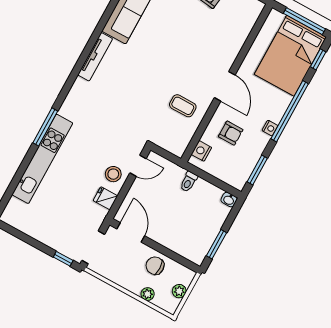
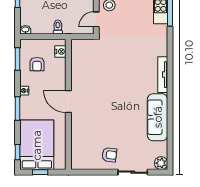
window: (304, 21) -> (40, 172), width x0.46
coffee table: (183, 106) -> (89, 74), removed
window: (290, 111) -> (18, 108), width x0.47
armchair: (231, 133) -> (37, 64), moved, turned -90

